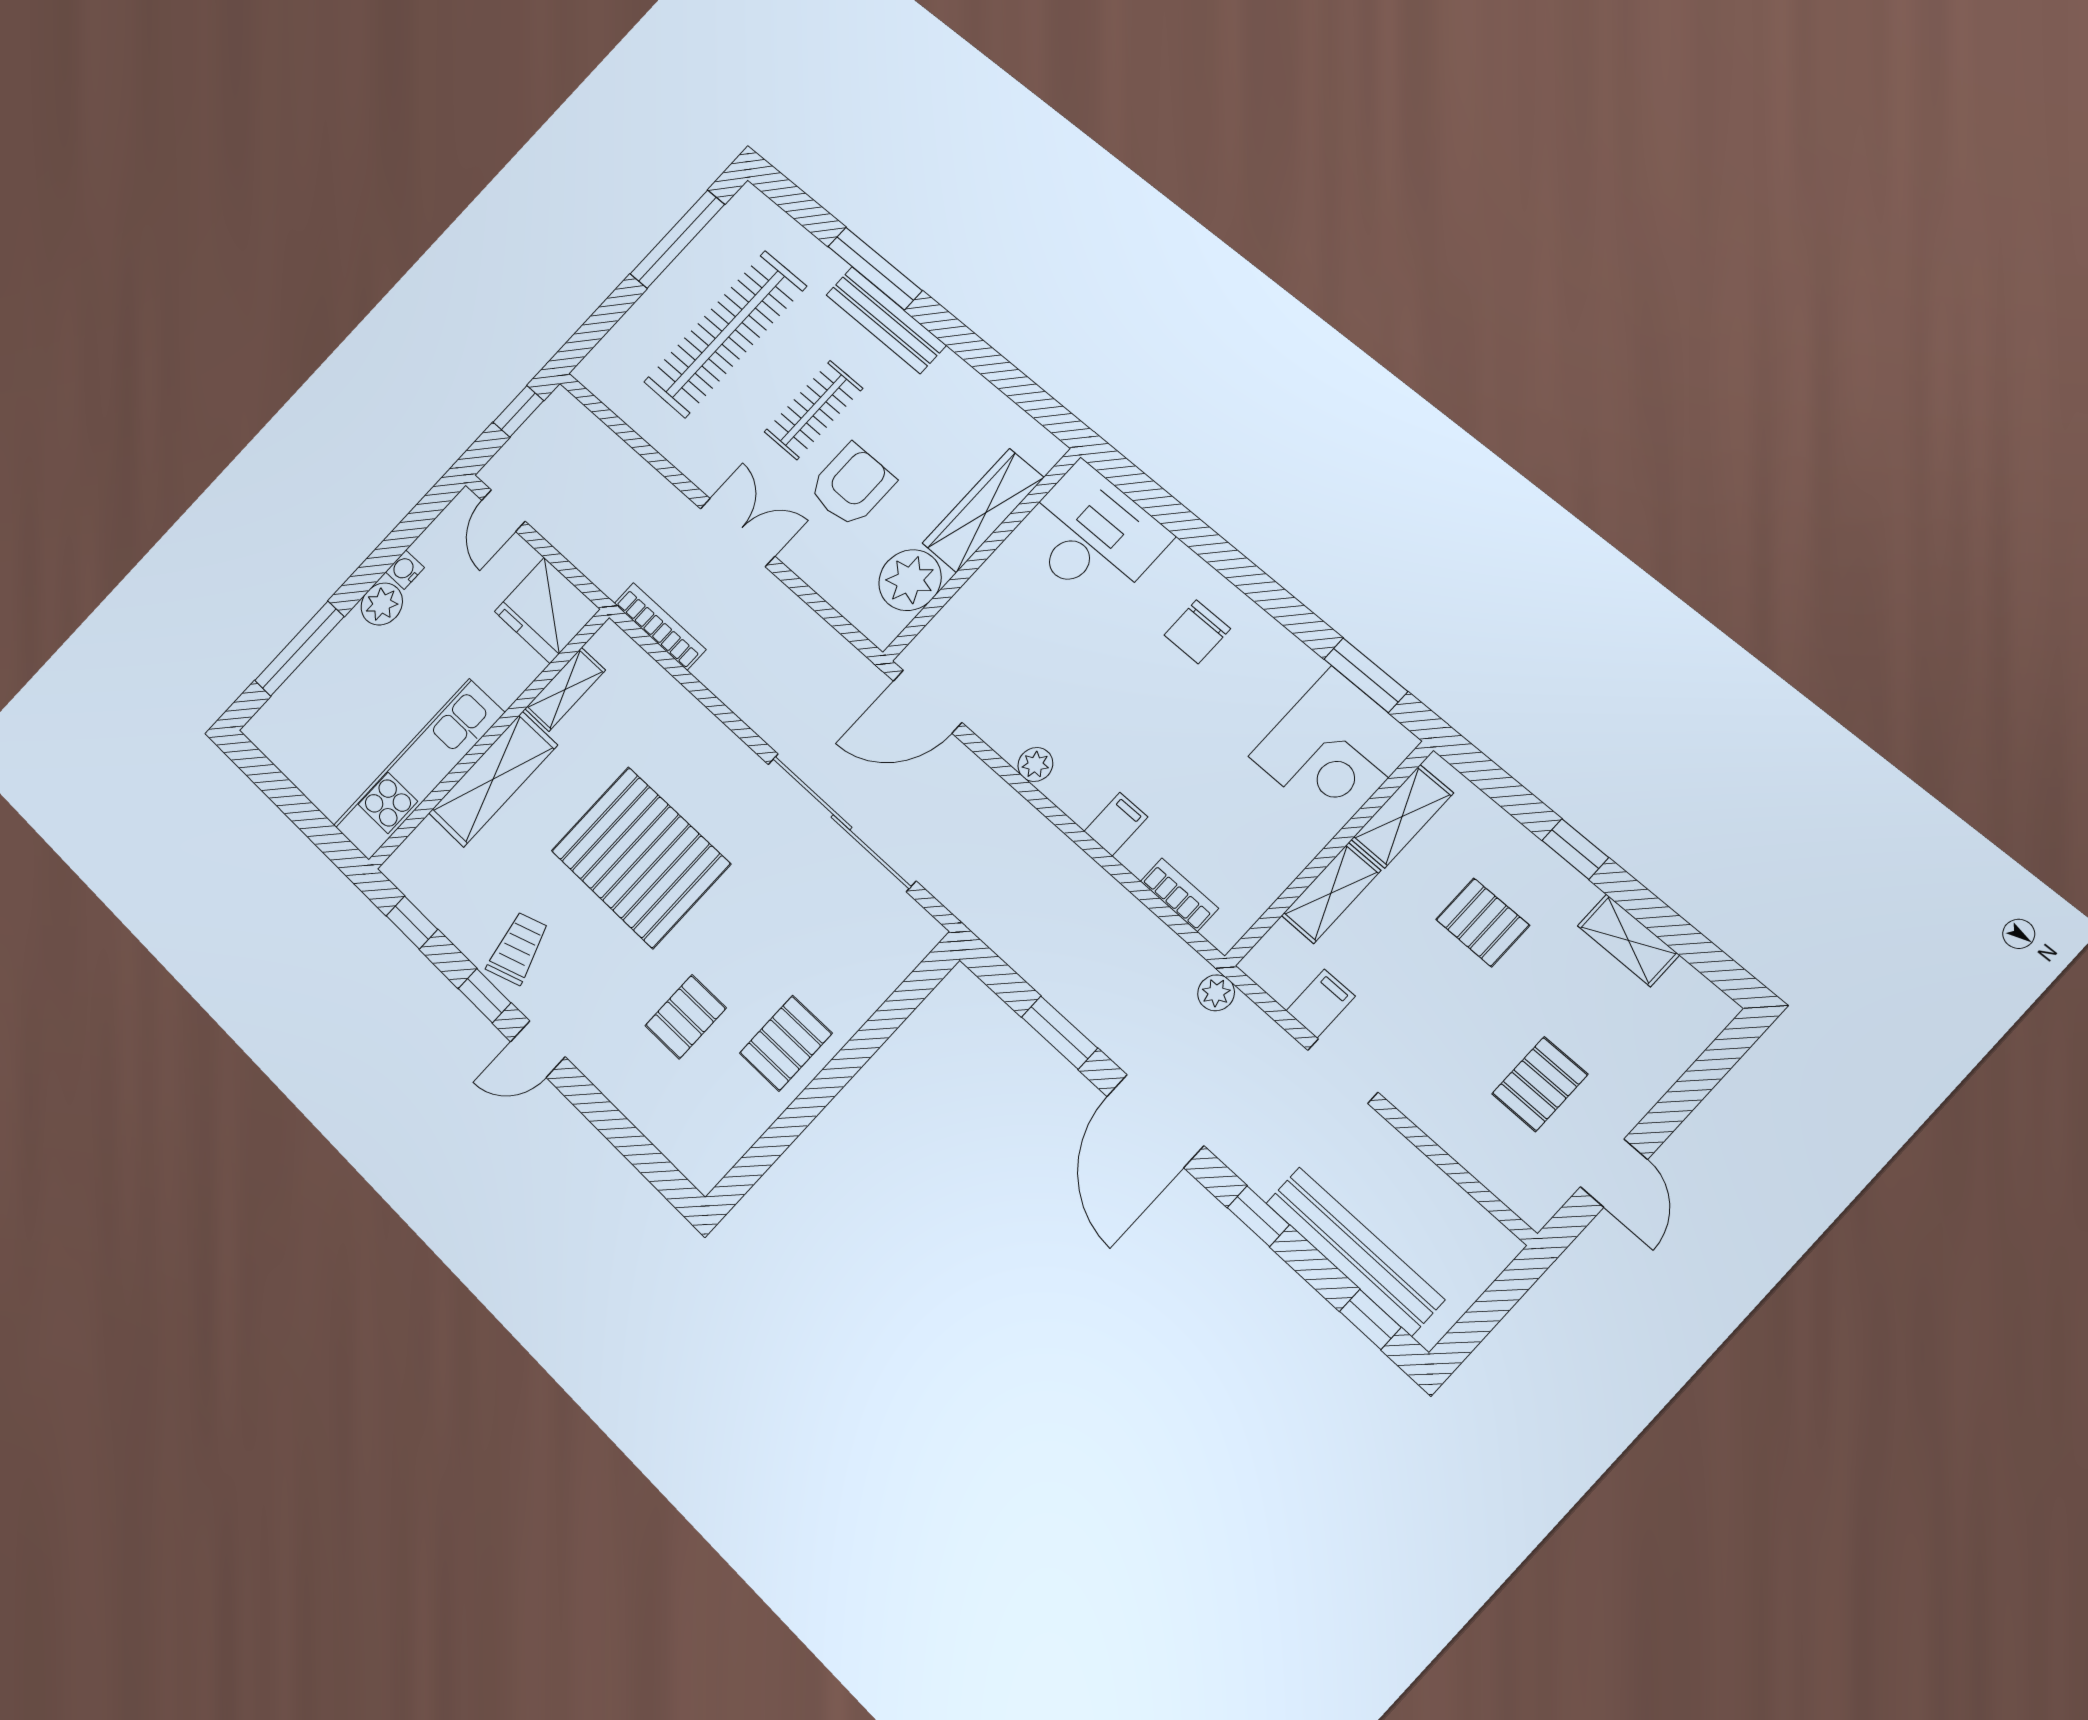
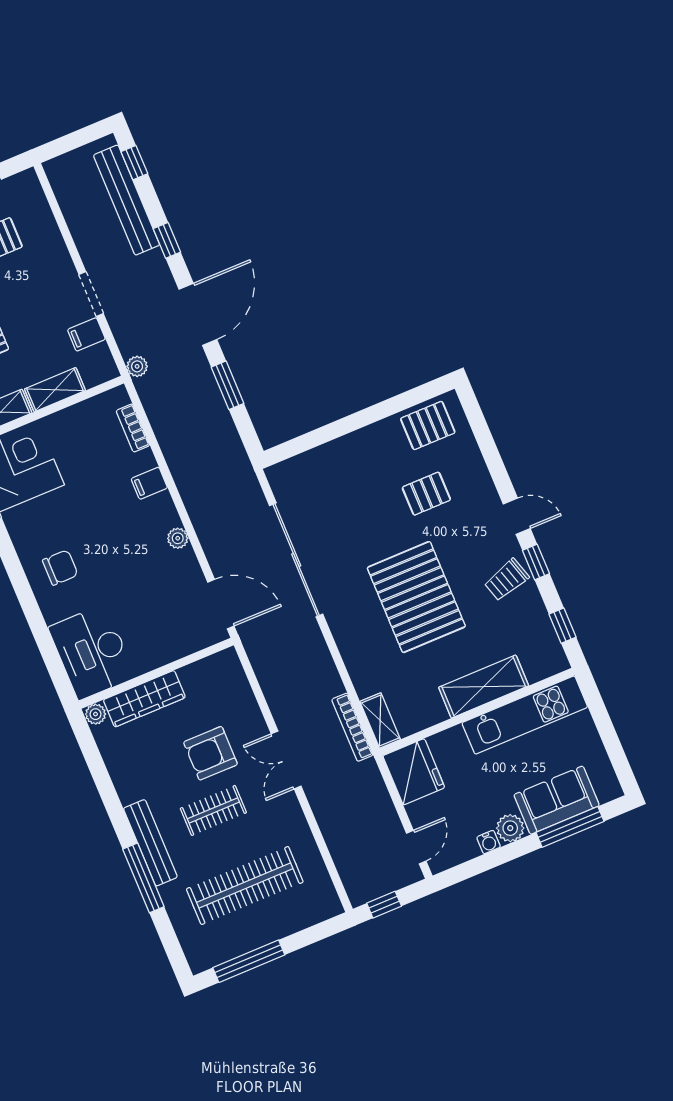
plant: (910, 580) -> (96, 714), moved, width x0.53, depth x0.53
sofa: (331, 675) -> (557, 800), added
shelving: (565, 689) -> (380, 720), moved, turned 90
pallet: (786, 1043) -> (428, 426), moved

